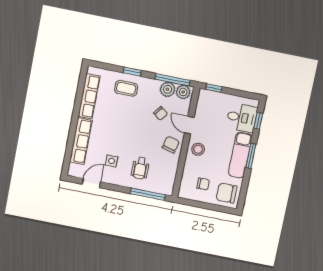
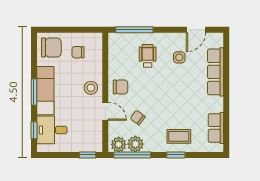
row of seats: (89, 96) -> (216, 128), width x0.68
chair: (171, 145) -> (120, 87), turned -104

